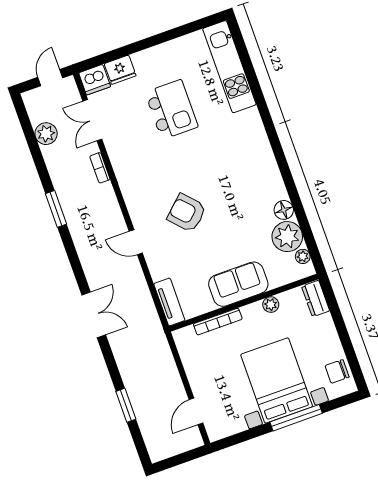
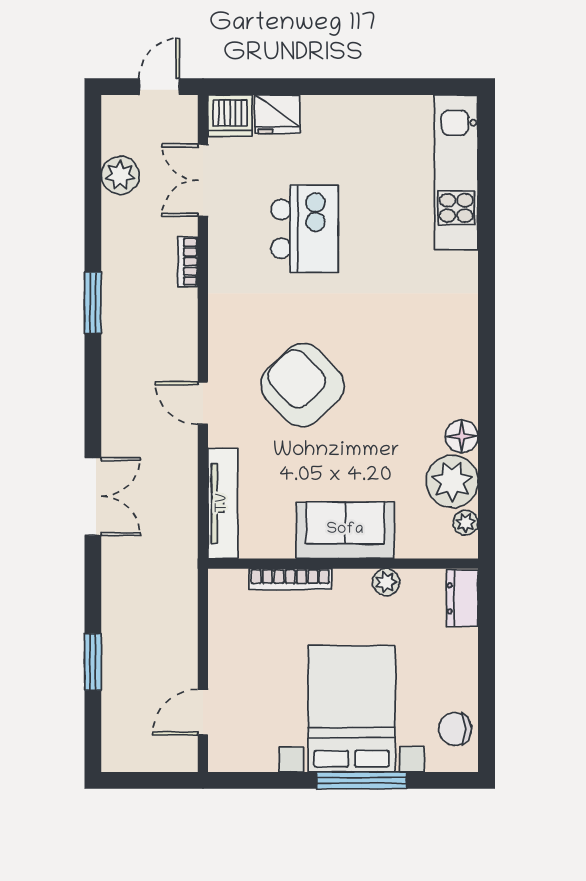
kitchen island: (171, 110) -> (305, 229), moved
armchair: (187, 213) -> (303, 385), width x1.36, depth x1.36
tv unit: (169, 302) -> (223, 503), width x1.41

